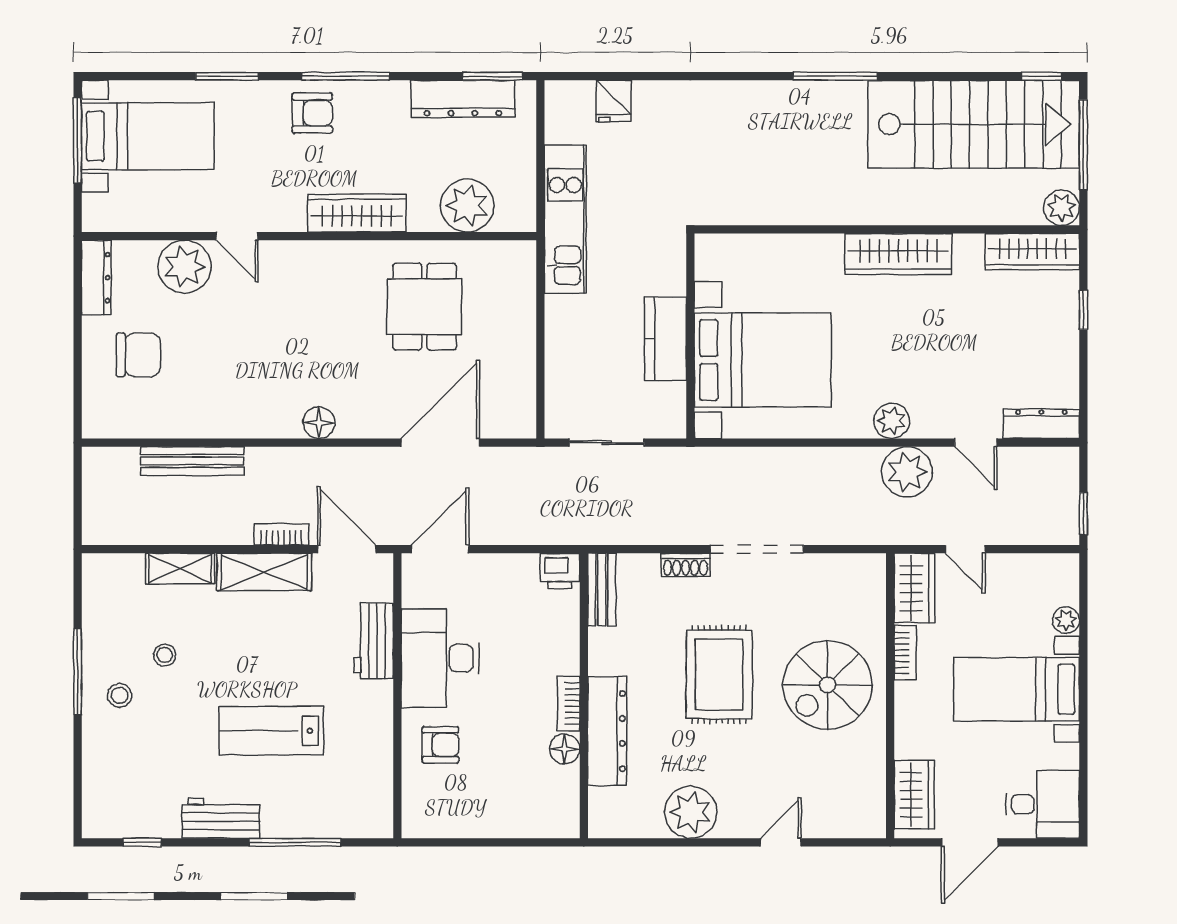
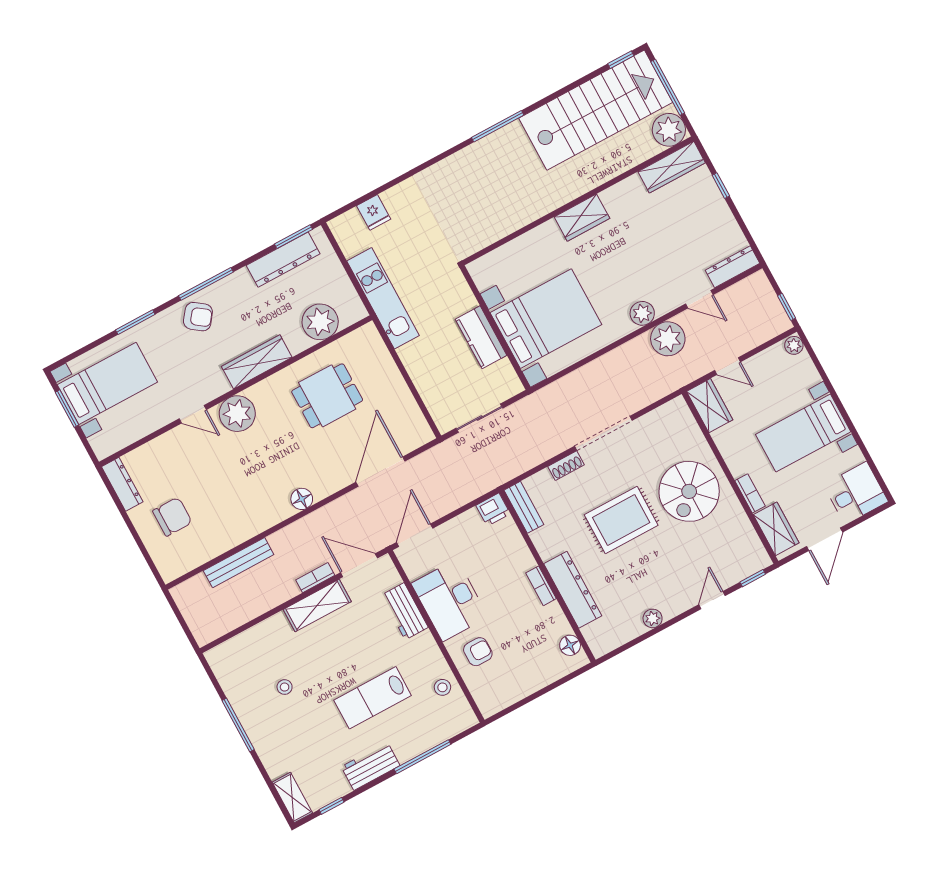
armchair: (312, 113) -> (198, 317), turned 37
window: (78, 140) -> (67, 409), width x0.69
plant: (1062, 208) -> (669, 130), width x1.36, depth x1.36
wardrobe: (898, 254) -> (582, 218), width x0.67
plant: (184, 267) -> (237, 414), moved
dining table: (424, 307) -> (327, 396), turned 90
shelving: (180, 569) -> (292, 798), moved, turned 90
plant: (1066, 620) -> (794, 345), moved
bookcase: (905, 653) -> (750, 493), moved
rug: (719, 674) -> (621, 520), turned 90
stool: (120, 695) -> (442, 687), moved
floor lamp: (565, 749) -> (570, 645), moved
plant: (691, 812) -> (653, 618), width x0.53, depth x0.53
window: (849, 842) -> (753, 578), added

